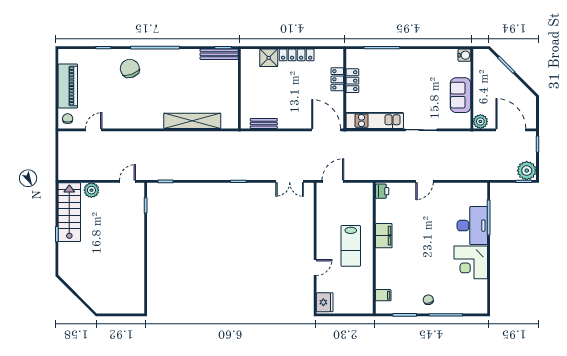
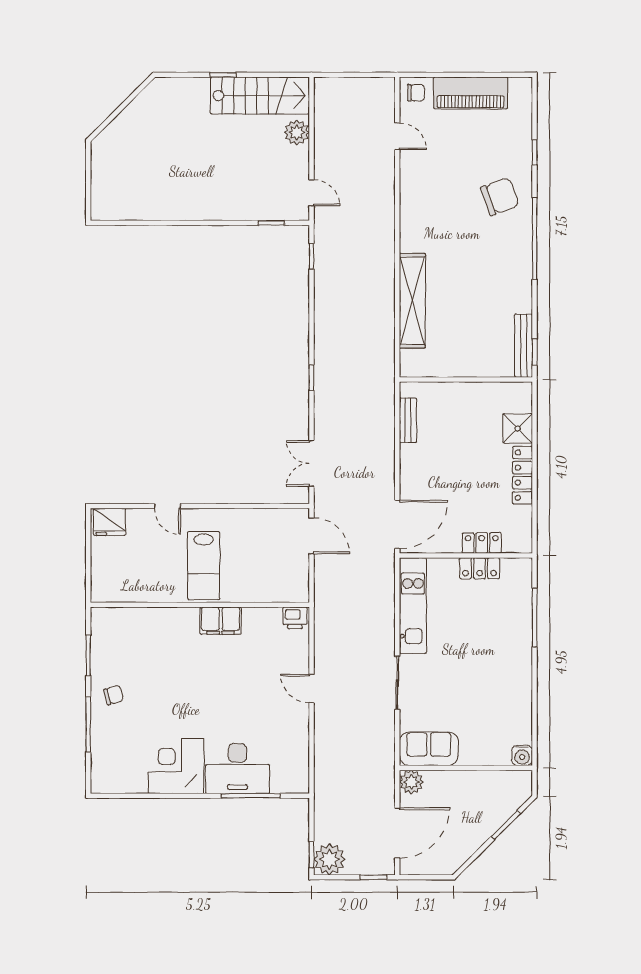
sofa: (460, 95) -> (429, 749), moved
lab bench: (351, 246) -> (204, 566), turned -90
filing cabinet: (383, 295) -> (121, 620), removed

